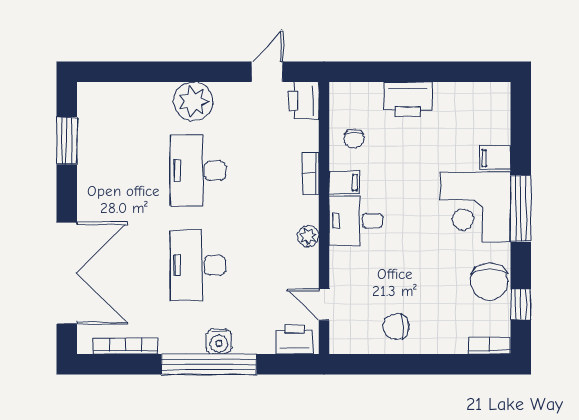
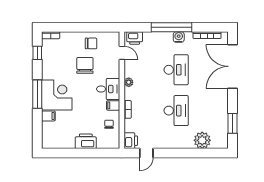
plant: (193, 101) -> (202, 140), moved
chair: (489, 281) -> (85, 65), moved
water cooler: (219, 342) -> (179, 37), moved

